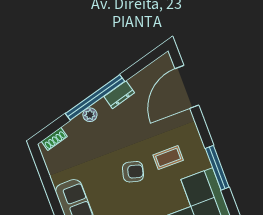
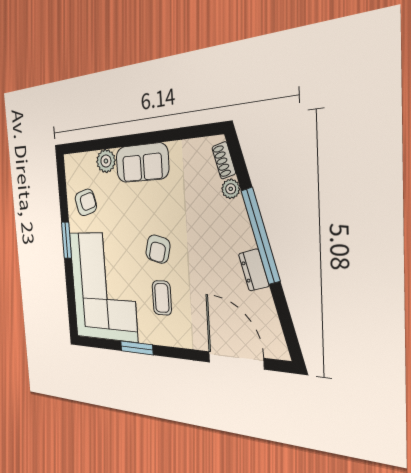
plant: (90, 115) -> (231, 189), moved
window: (217, 168) -> (137, 348), width x0.69

